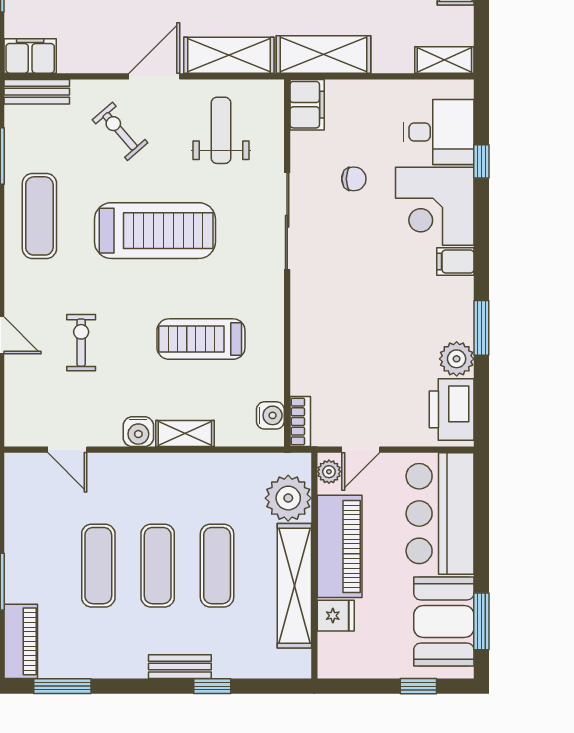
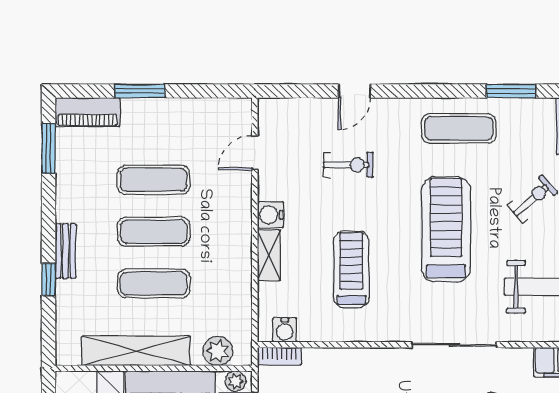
treadmill: (155, 231) -> (446, 229), turned 180
plant: (288, 498) -> (218, 351), width x0.73, depth x0.73

